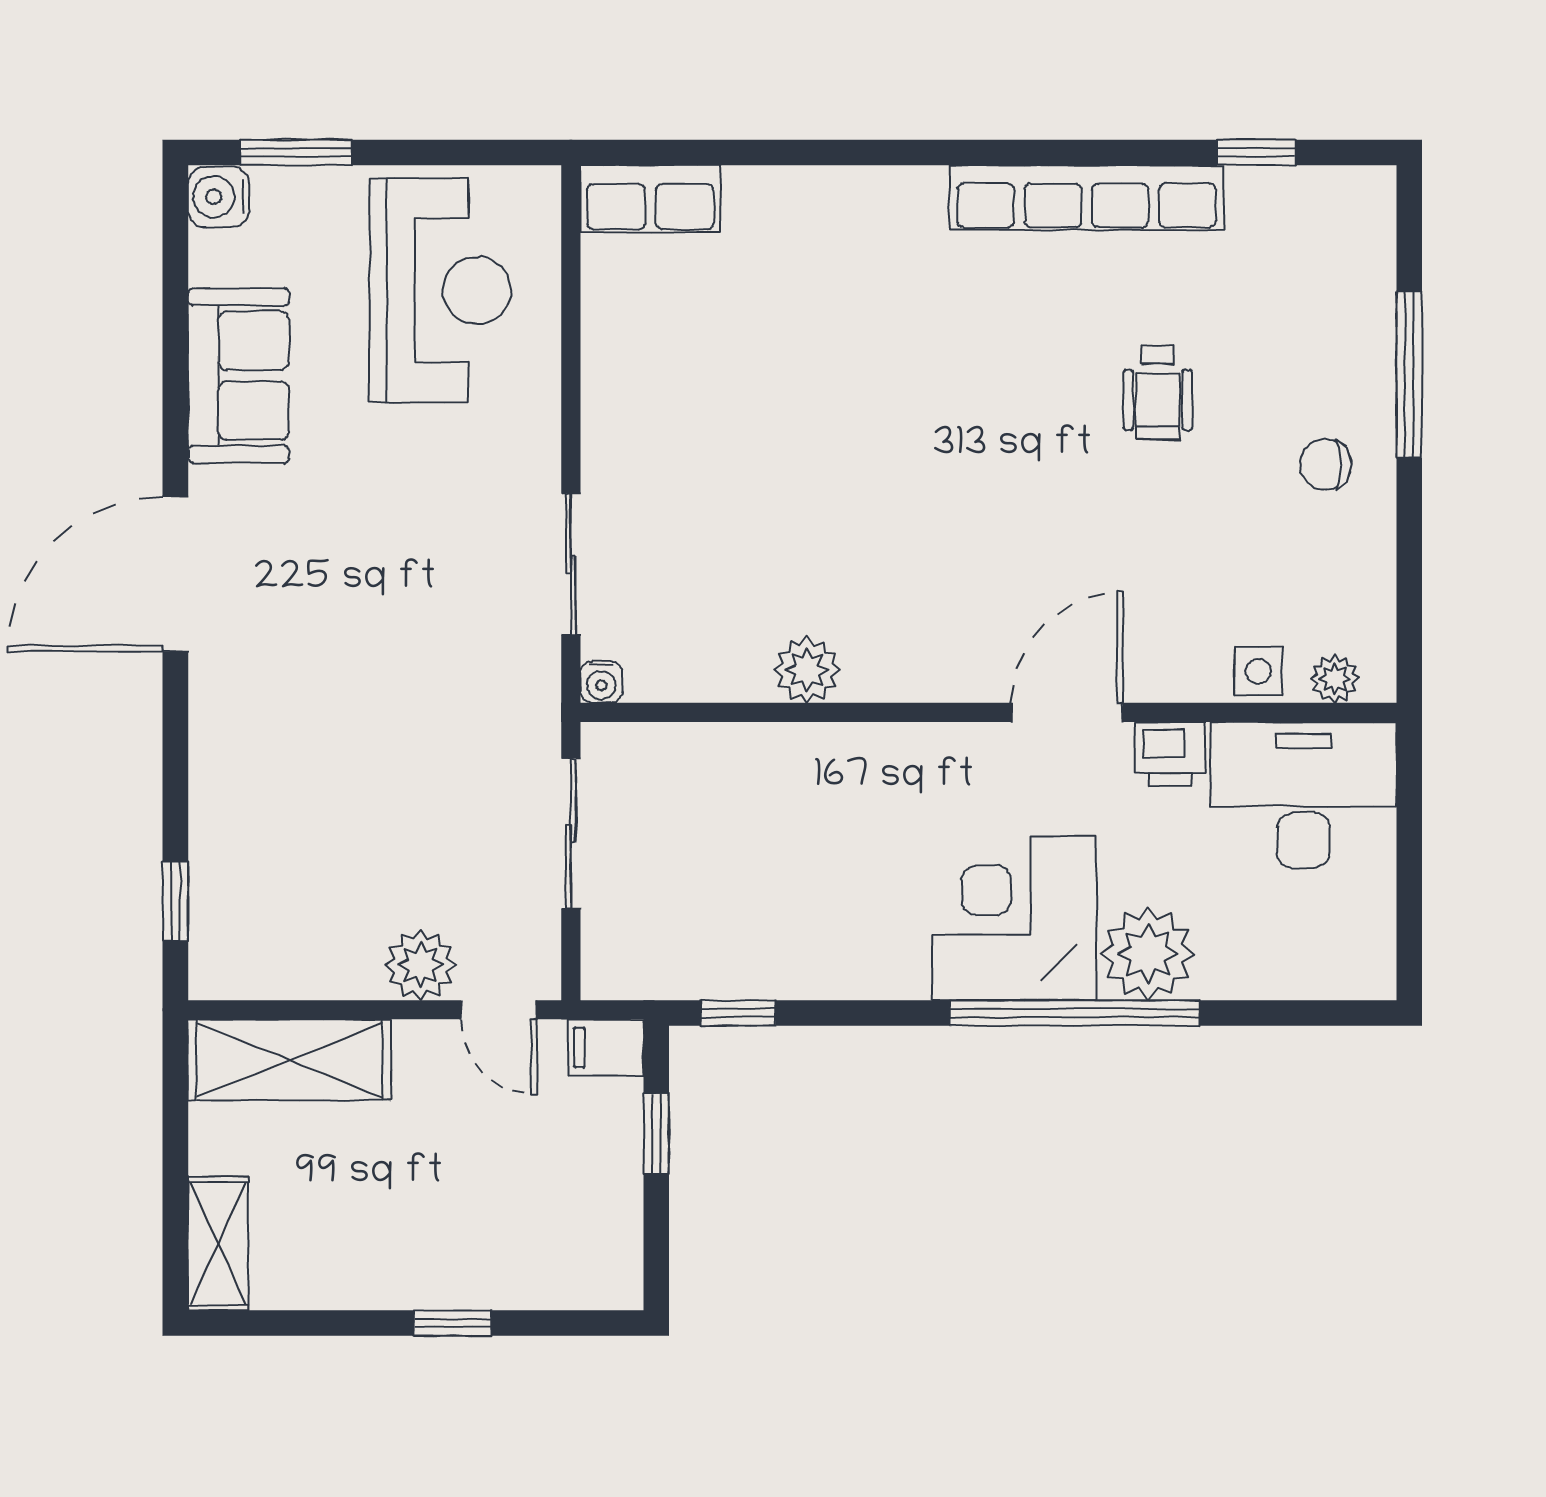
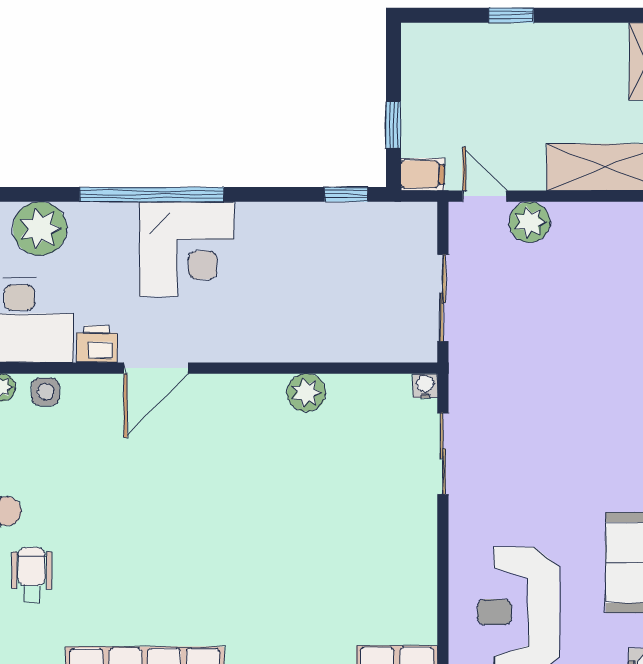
wheelchair: (1158, 392) -> (32, 575), moved
plant: (1148, 954) -> (40, 229), moved

